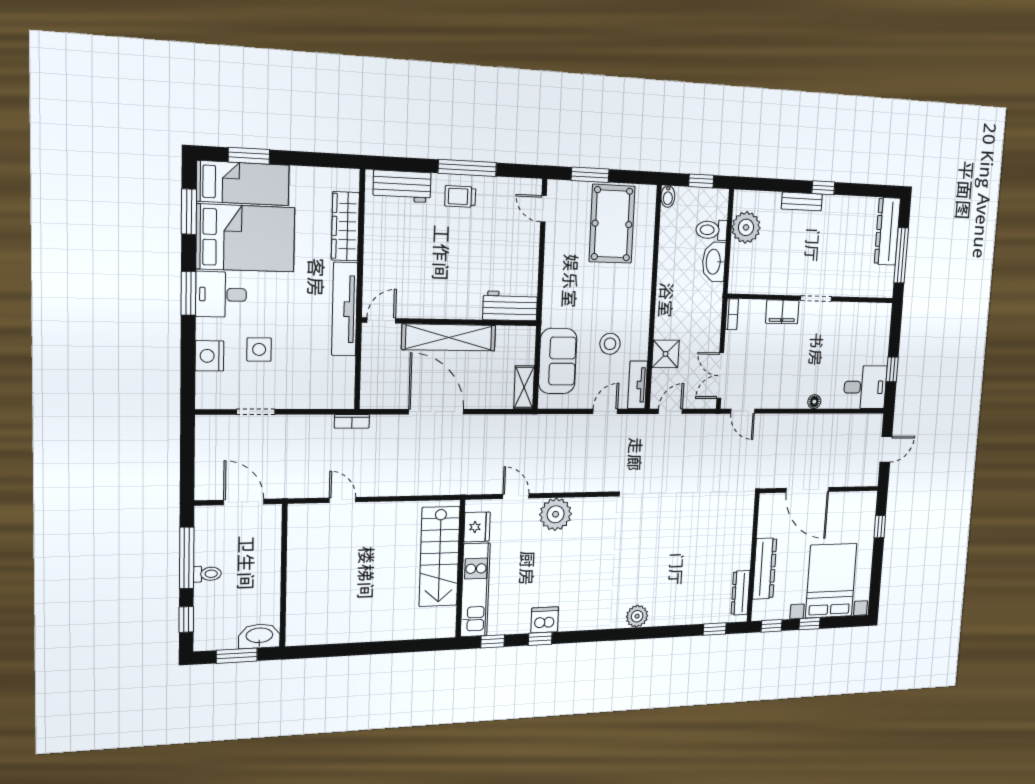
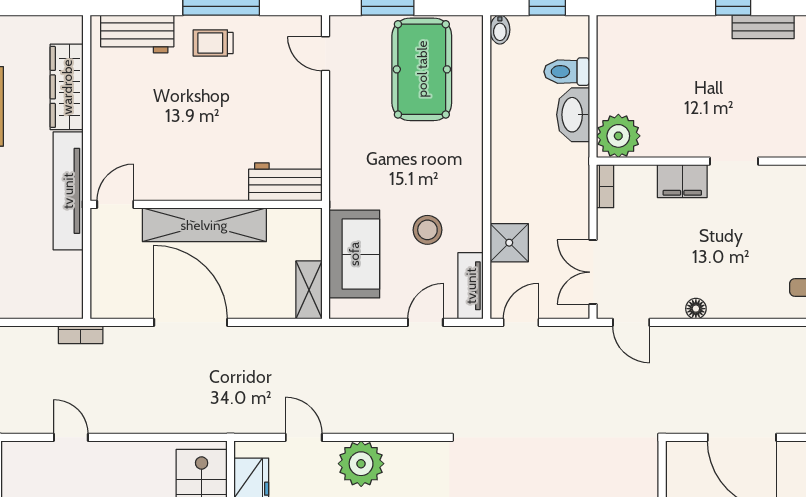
bench: (802, 201) -> (763, 27), moved
plant: (746, 227) -> (618, 136), moved
floor lamp: (814, 402) -> (696, 309), moved

